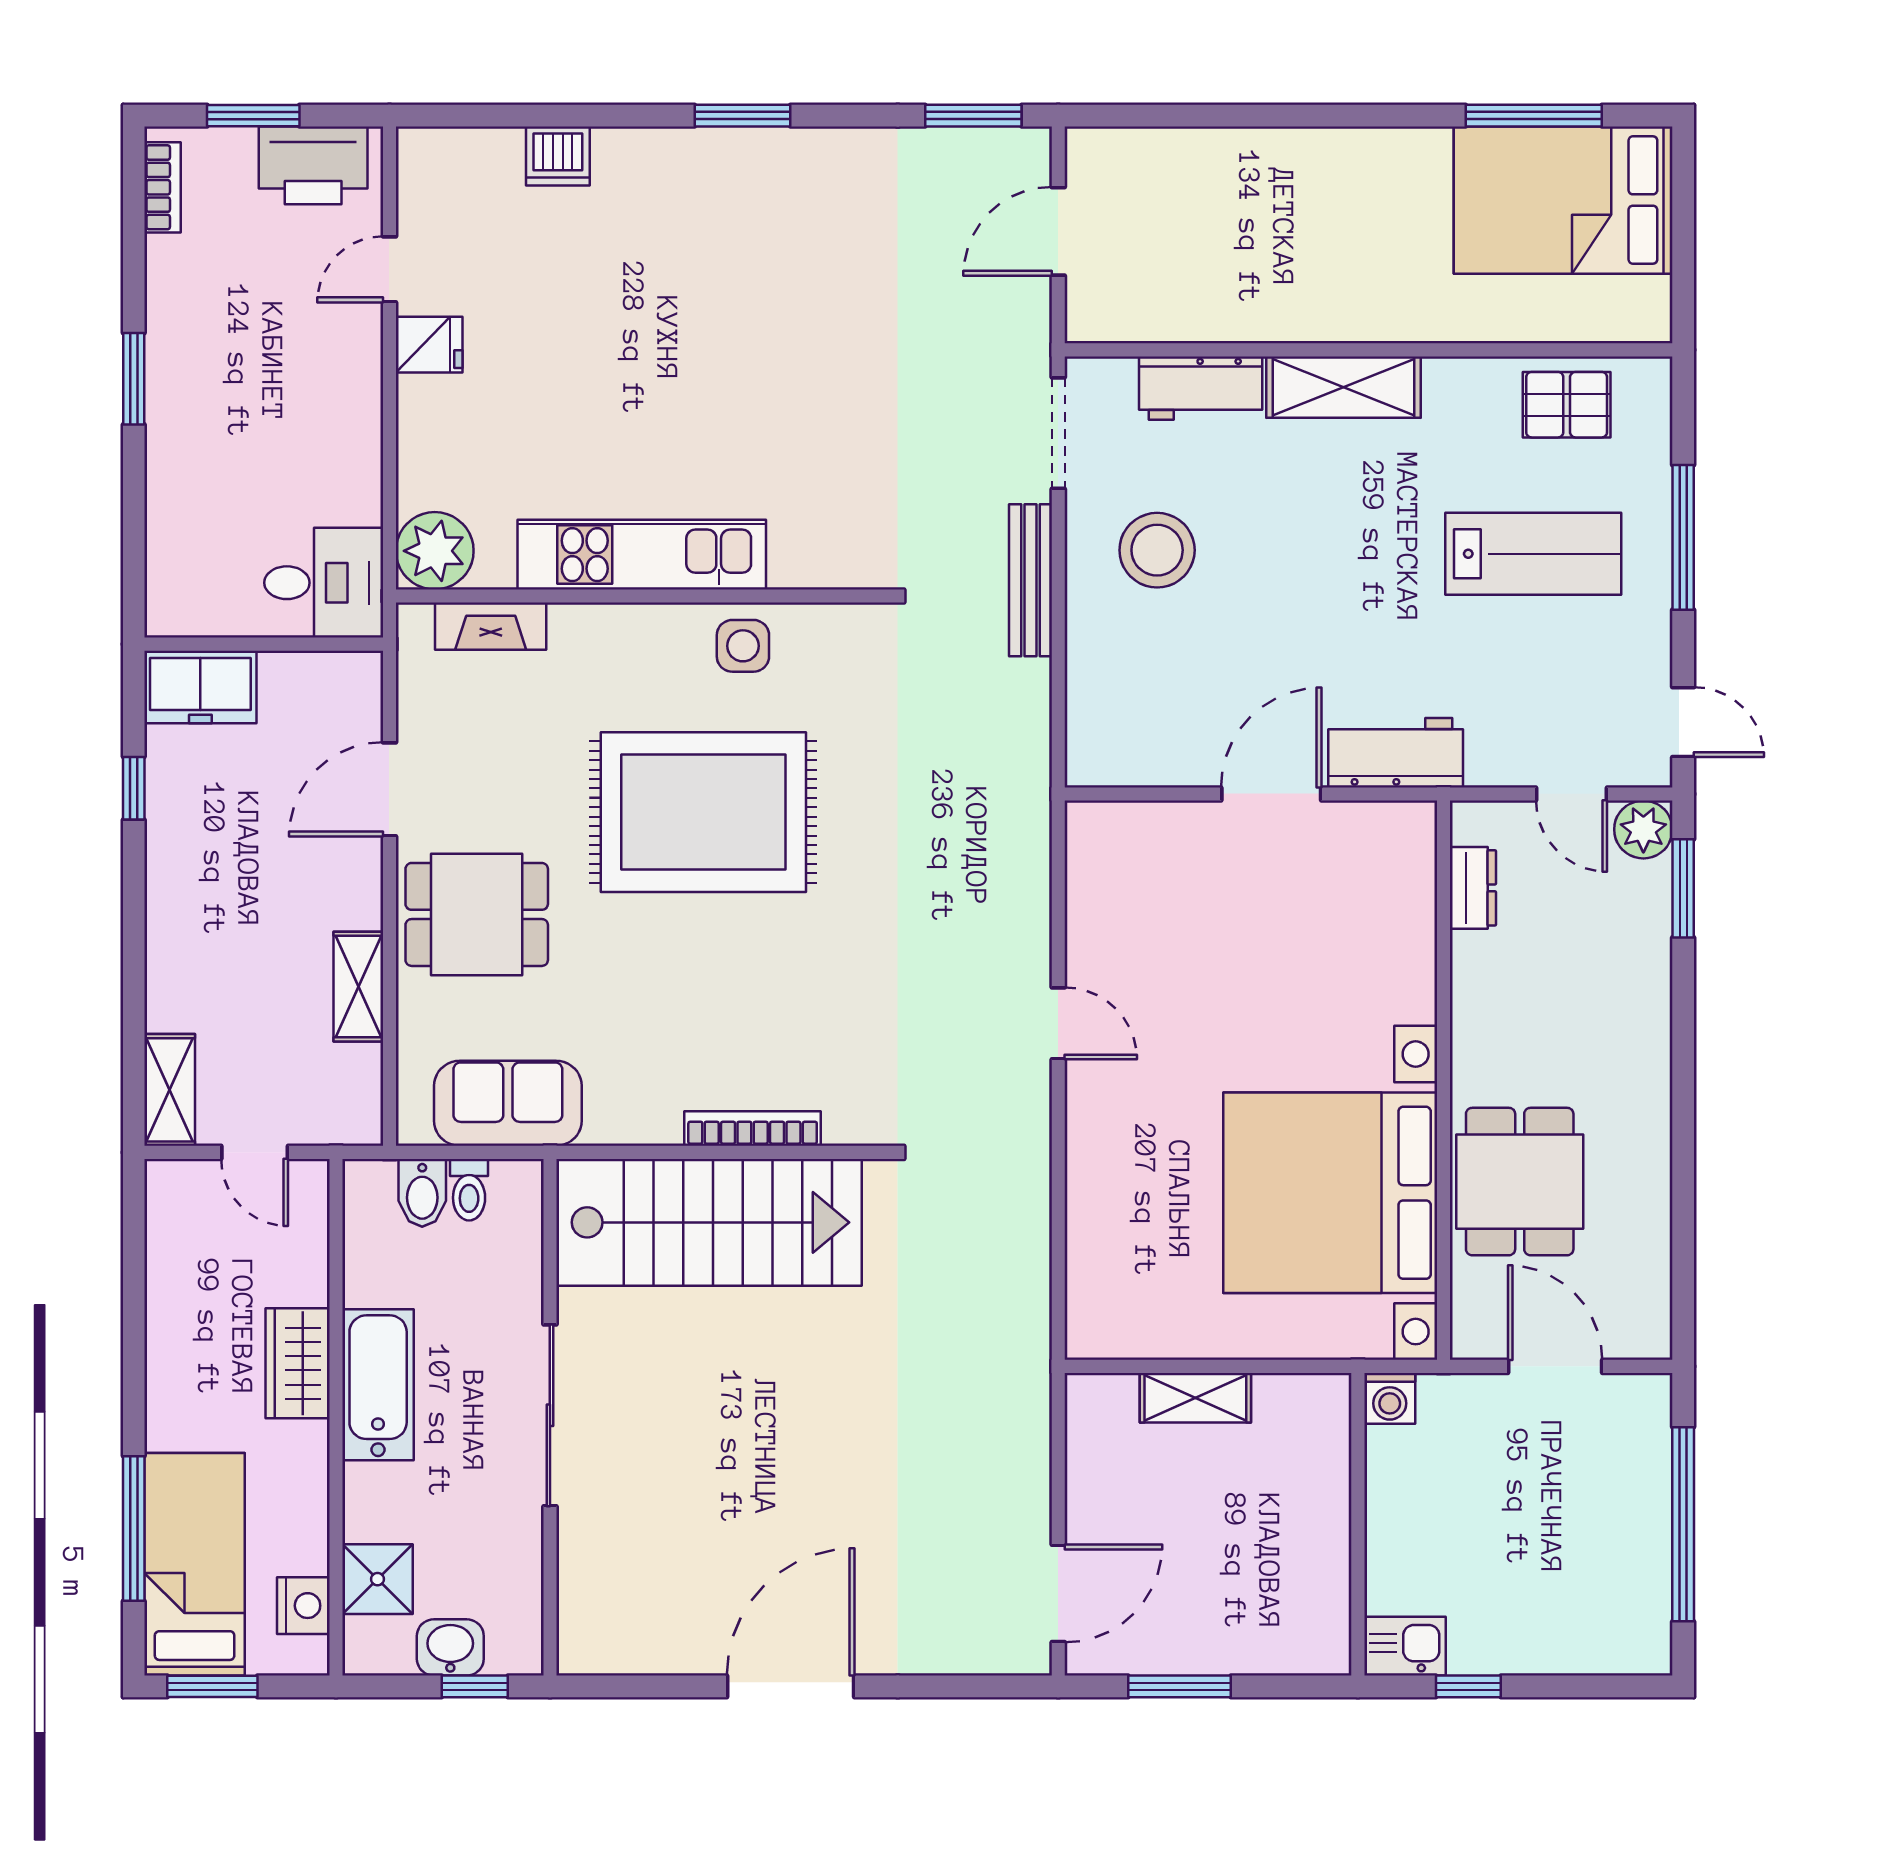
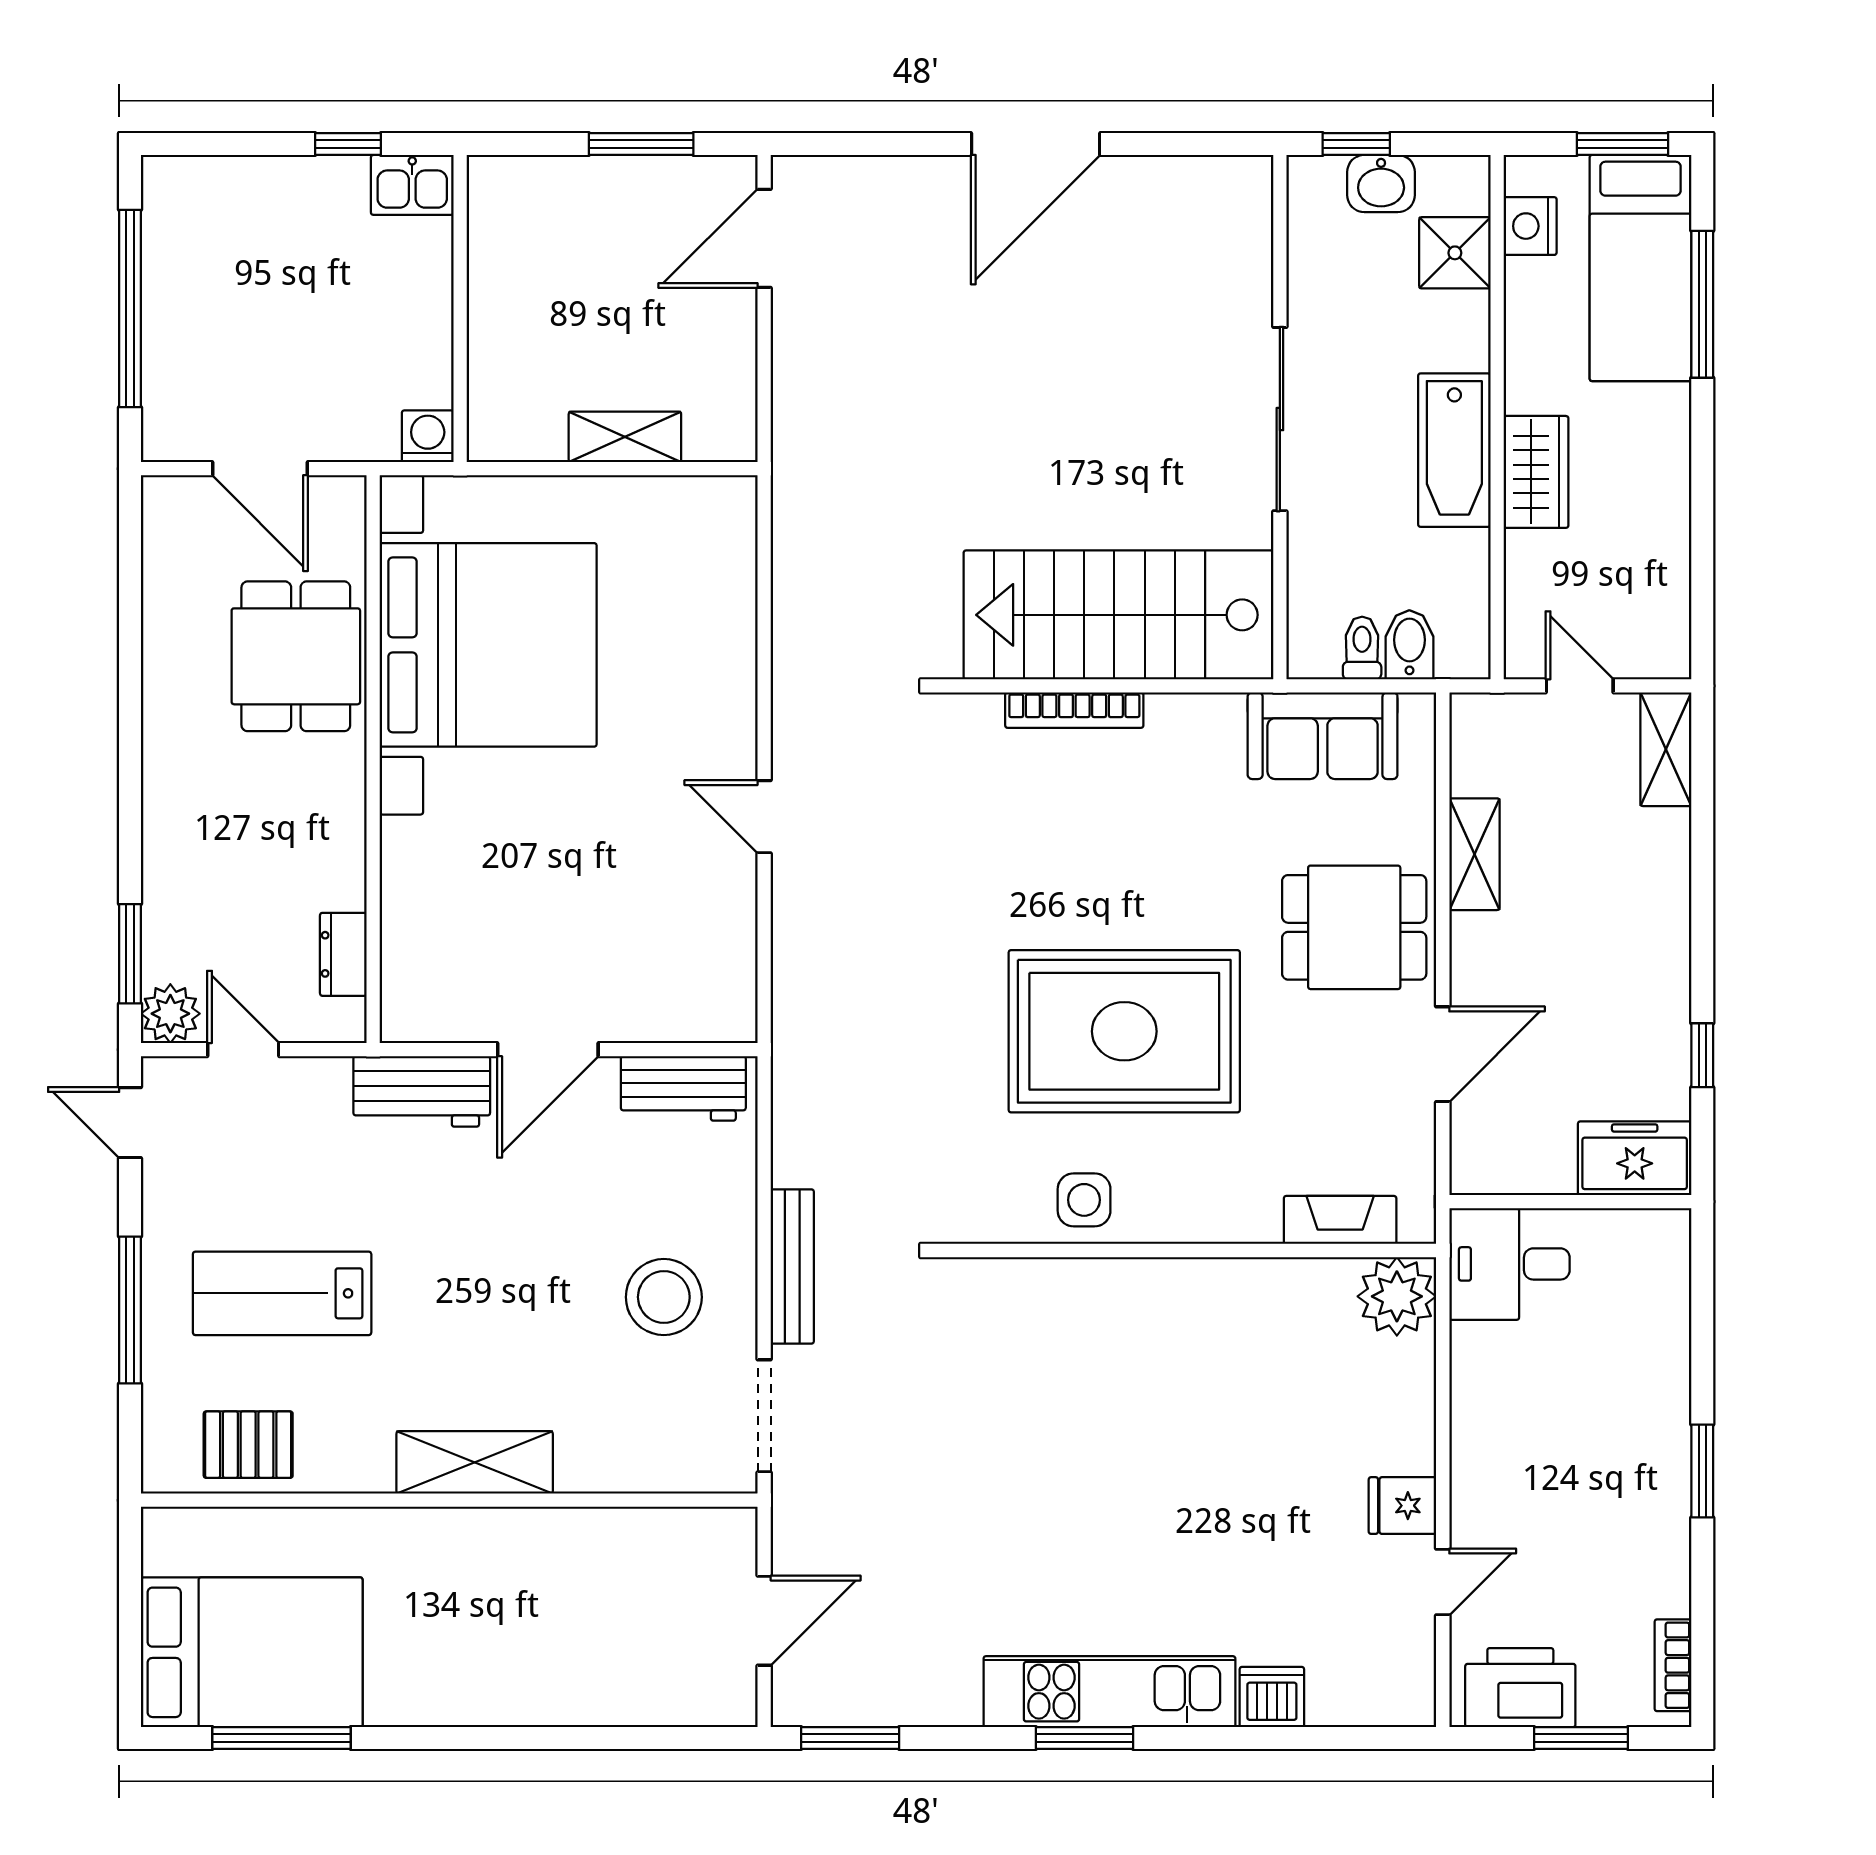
workbench: (1201, 388) -> (683, 1088), moved, turned 180
kitchen unit: (642, 555) -> (1109, 1692), moved, turned 180

